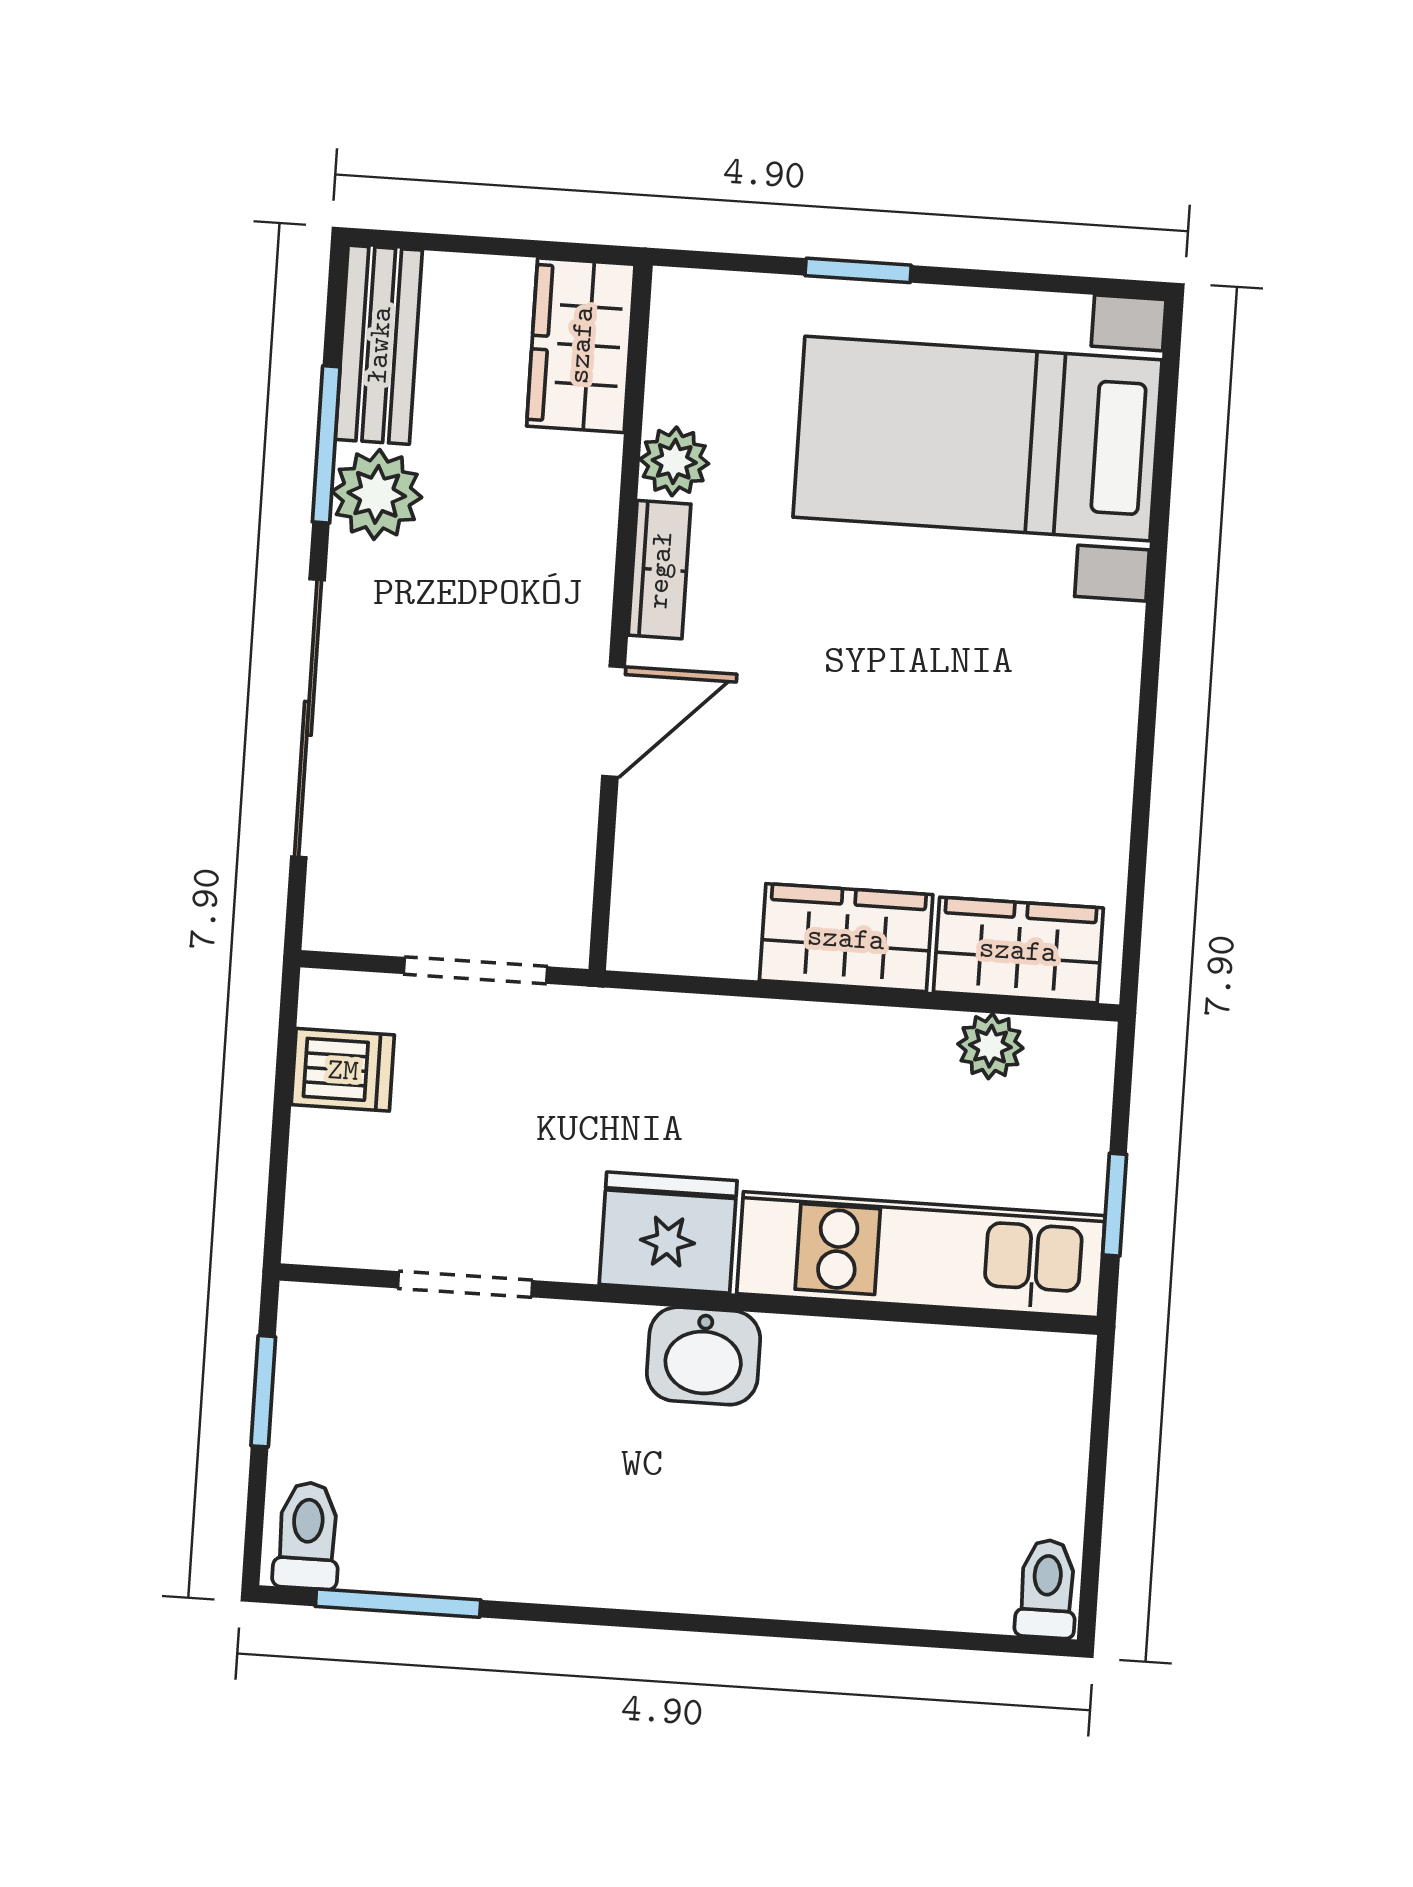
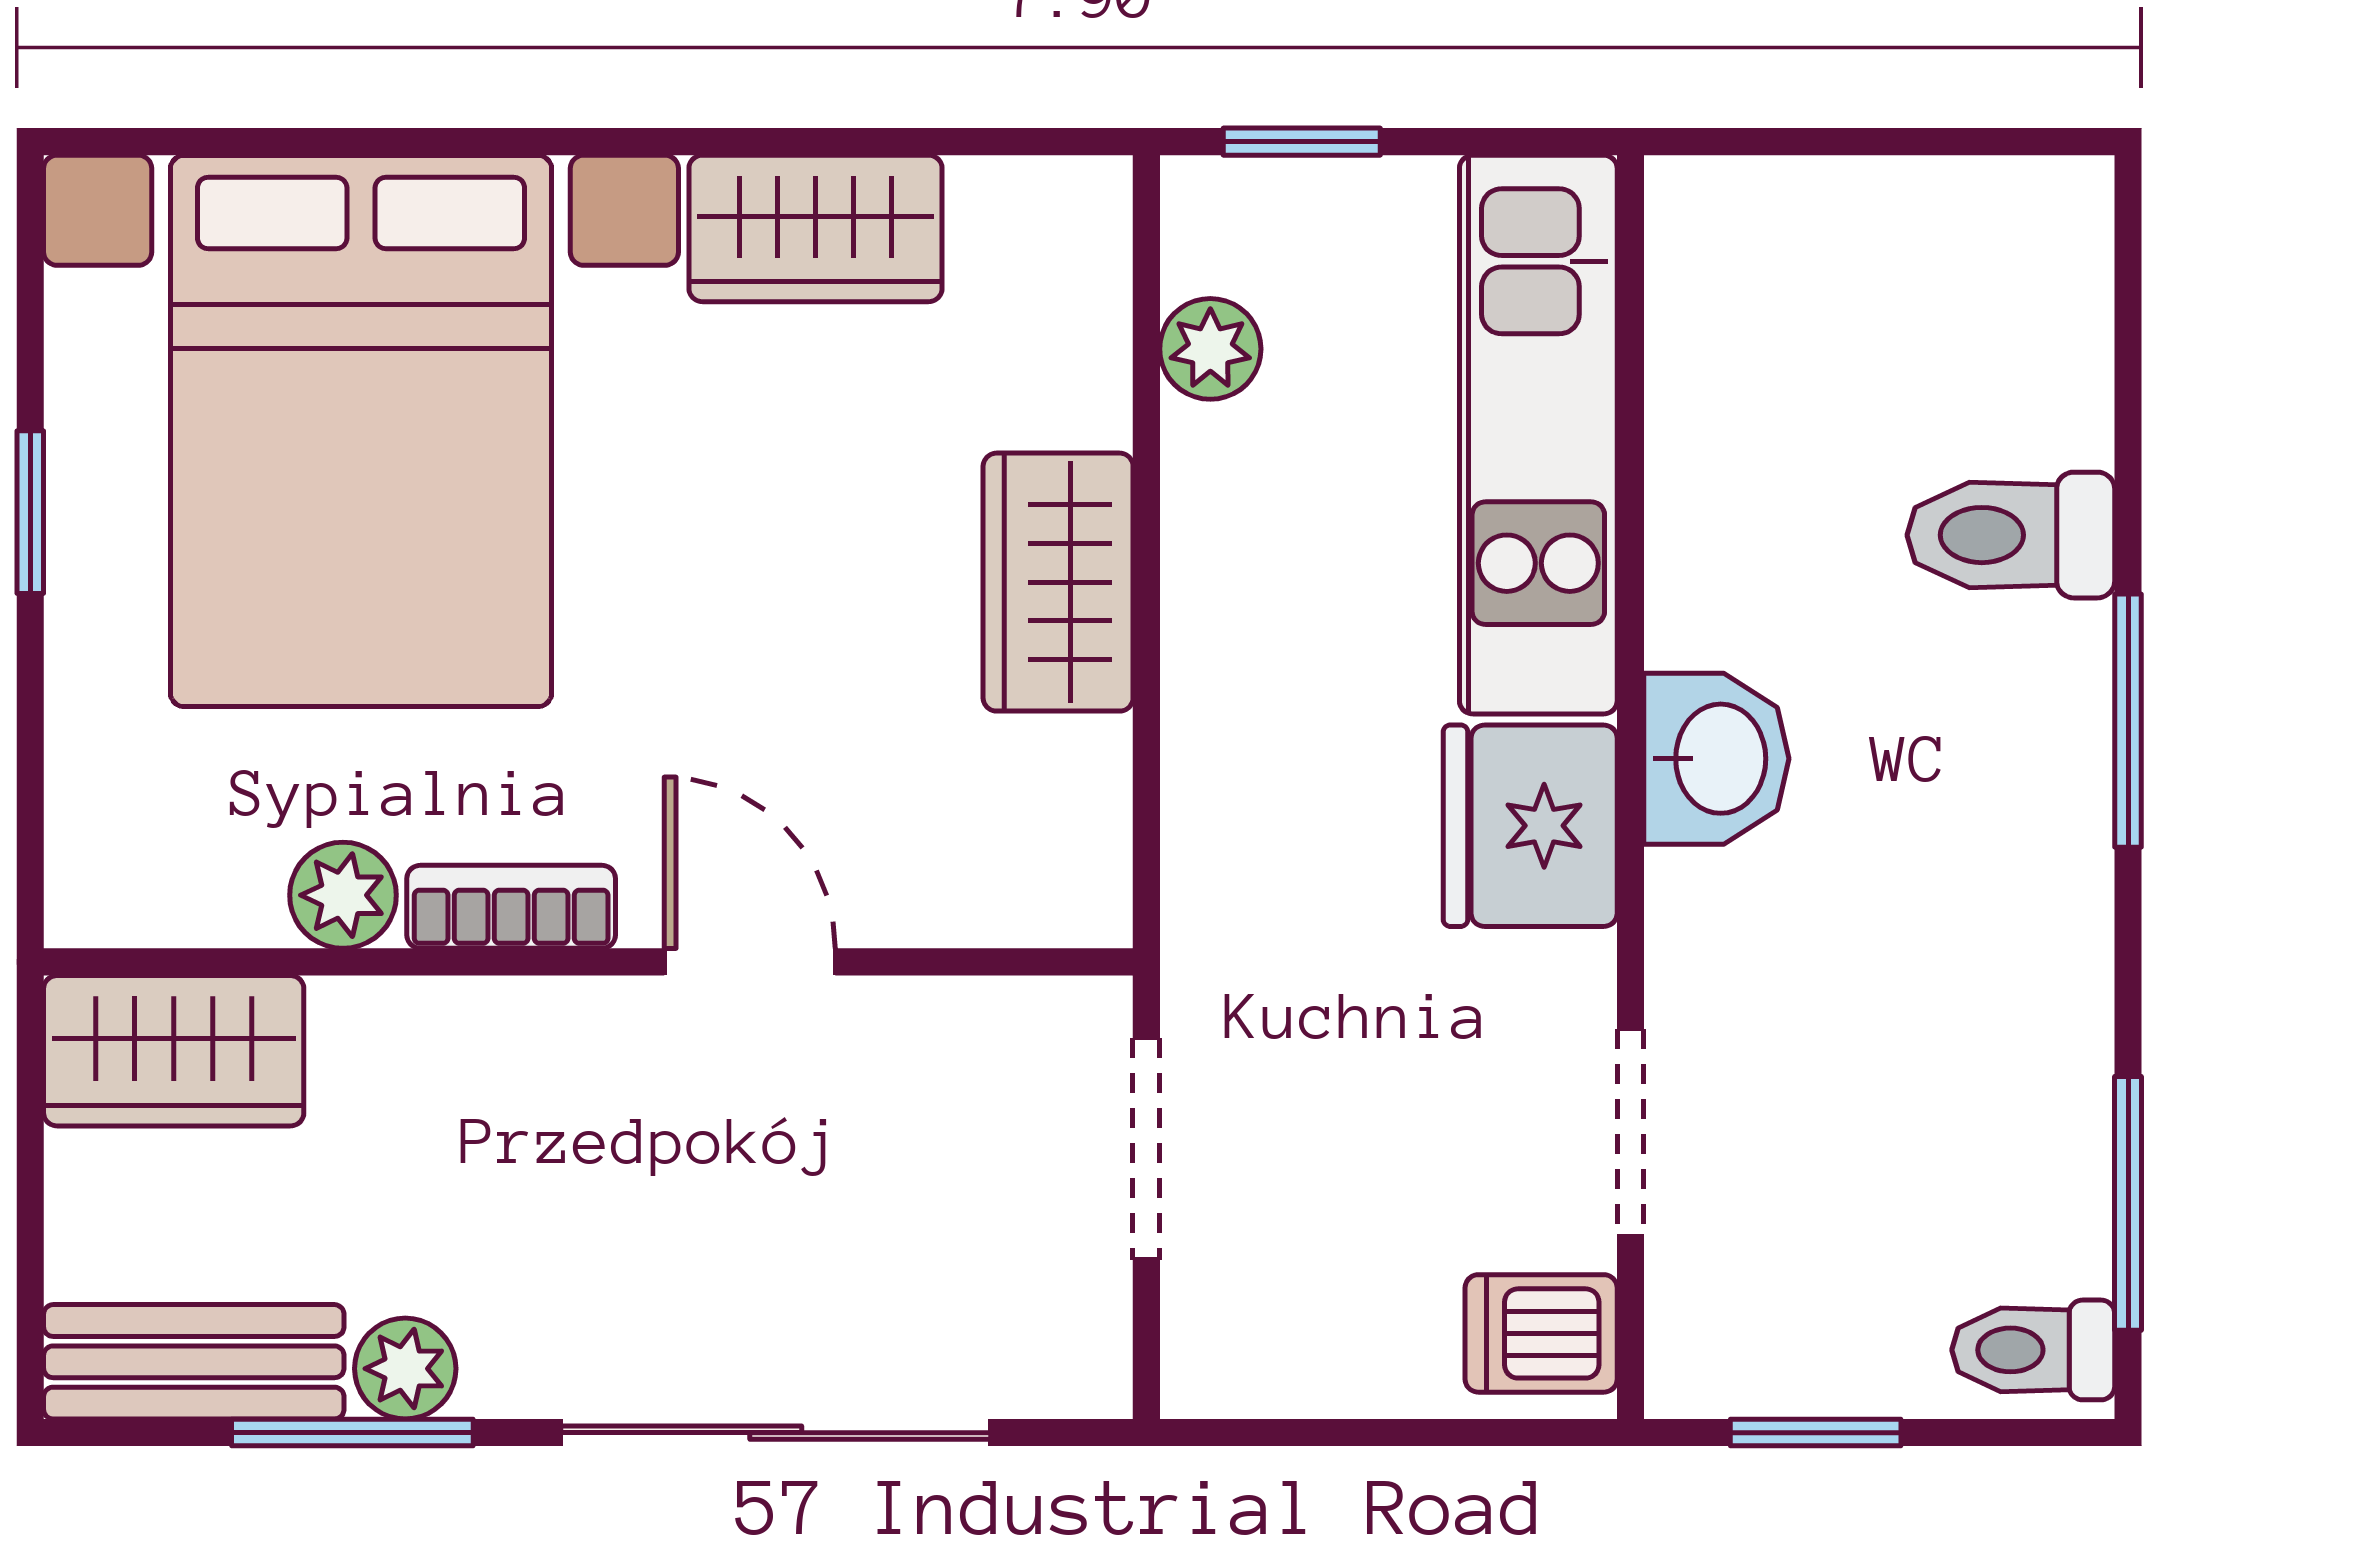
window: (858, 270) -> (30, 512), moved
bed with nightstands: (977, 439) -> (361, 431), width x1.36
plant: (377, 494) -> (405, 1369), width x0.73, depth x0.73
wardrobe: (1018, 950) -> (816, 228), moved, turned -90
dishwasher: (343, 1070) -> (1541, 1333), moved, turned -90
window: (1115, 1205) -> (1302, 142), moved
toilet: (1047, 1589) -> (2011, 535), moved, width x1.37, depth x1.39
window: (710, 1624) -> (2128, 721), added

